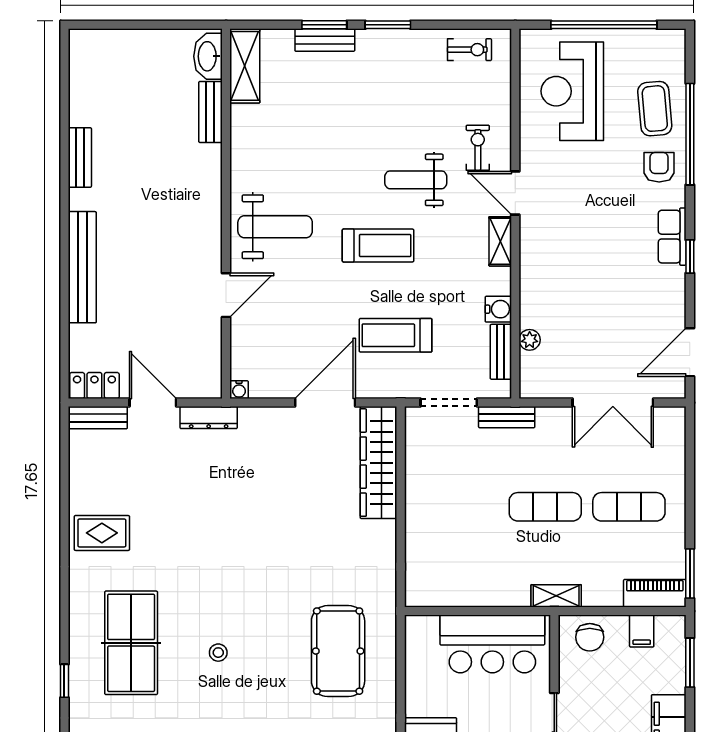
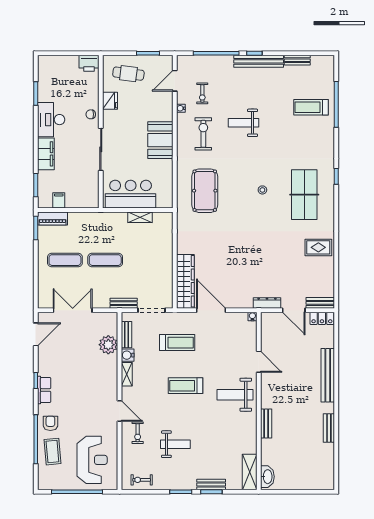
bench: (210, 112) -> (266, 423), moved
armchair: (659, 167) -> (50, 423), turned 180
weight bench: (416, 180) -> (175, 444), moved
shelving: (500, 241) -> (127, 374), moved
door: (226, 295) -> (259, 362), swing flipped
plant: (530, 340) -> (108, 345), width x1.88, depth x1.88
door: (325, 403) -> (211, 310), swing flipped
shelving: (556, 596) -> (140, 217), moved
chair: (590, 637) -> (84, 197), removed

